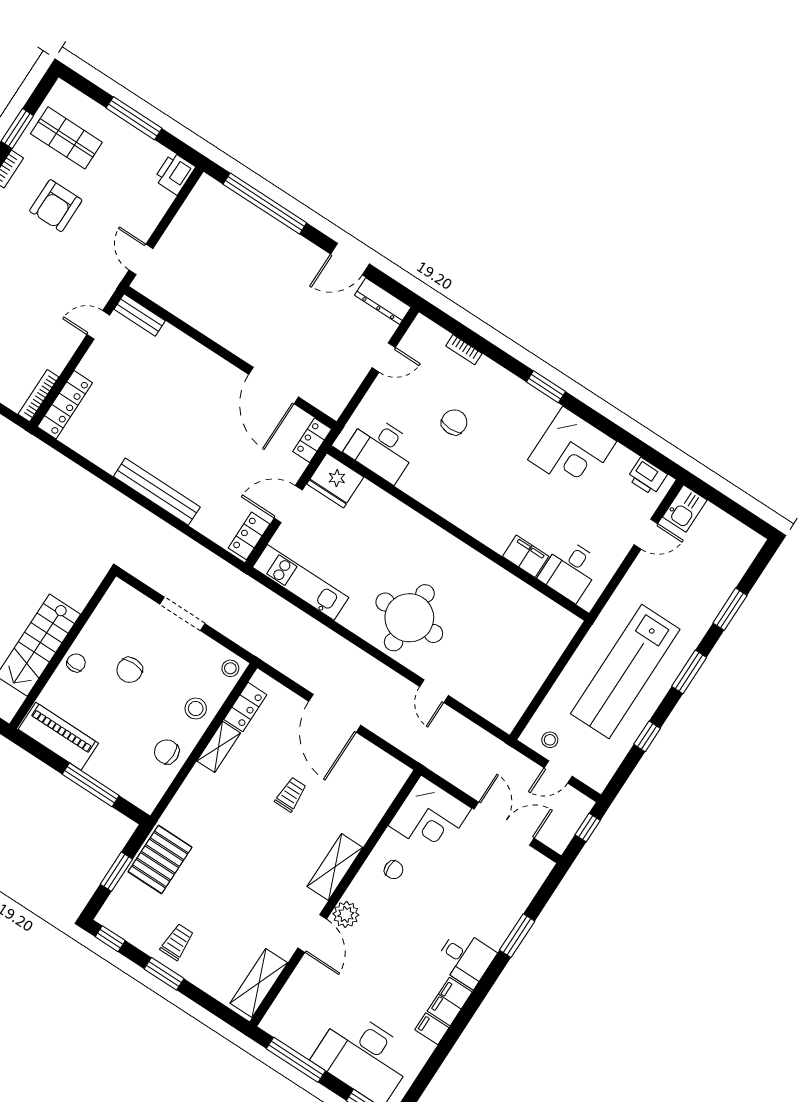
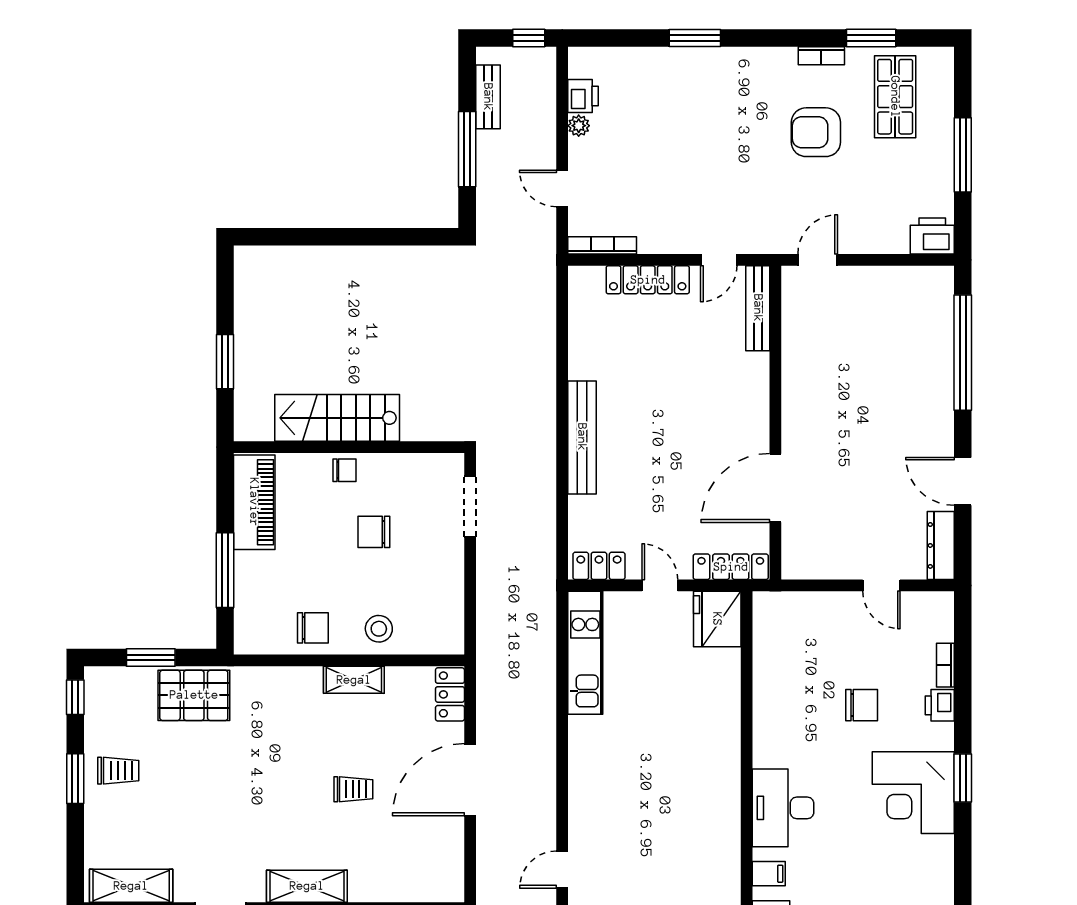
bench: (140, 315) -> (758, 308), width x1.36
door: (98, 325) -> (719, 260), swing flipped
printer: (488, 371) -> (940, 705), added
locker: (65, 405) -> (648, 280), moved
locker: (312, 440) -> (731, 567), width x1.53
desk: (381, 449) -> (783, 808), moved
corner desk: (572, 451) -> (913, 793), moved
door: (288, 504) -> (660, 585), width x0.73
filing cabinet: (526, 556) -> (769, 874), width x0.50
doorway: (182, 614) -> (470, 506), moved
round table: (409, 618) -> (623, 793), removed
stool: (230, 668) -> (445, 638), removed
locker: (245, 707) -> (450, 694), moved, turned 90
chair: (167, 752) -> (313, 628), turned 90

